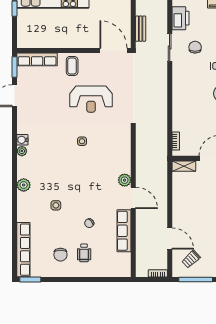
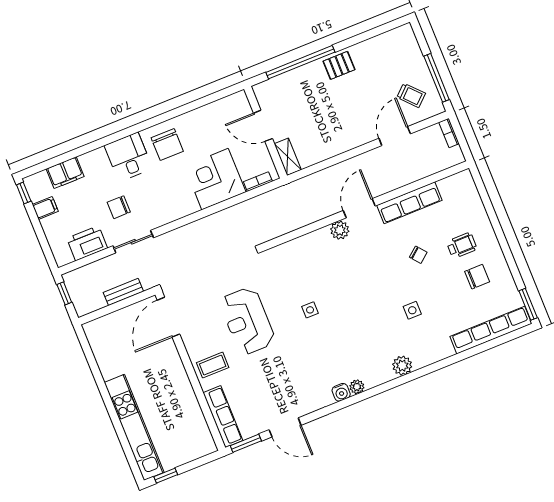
reception desk: (91, 99) -> (247, 321), turned 180
corner desk: (188, 115) -> (215, 179), added

